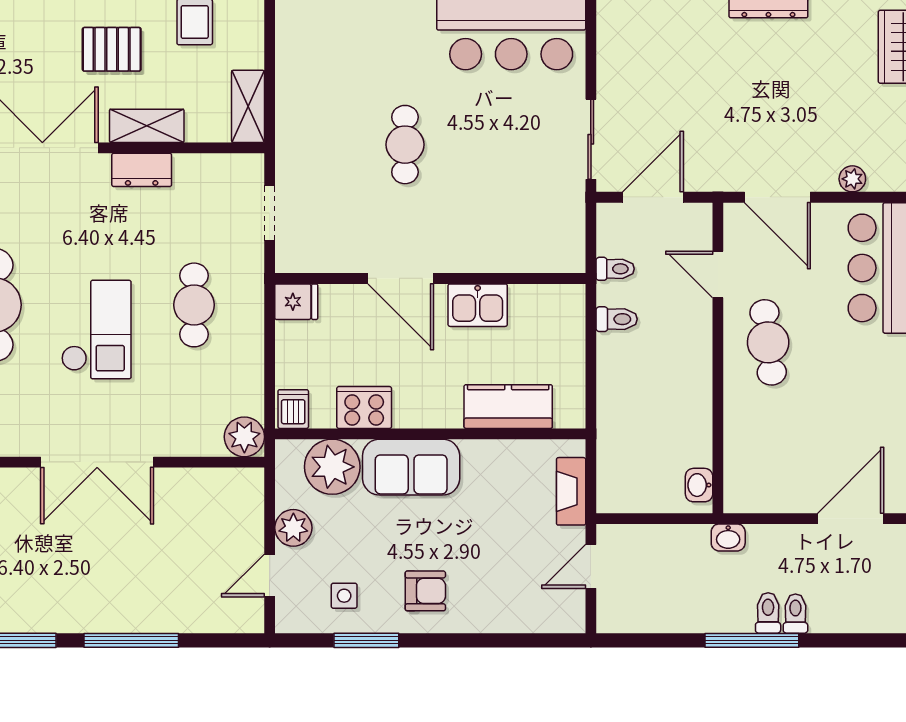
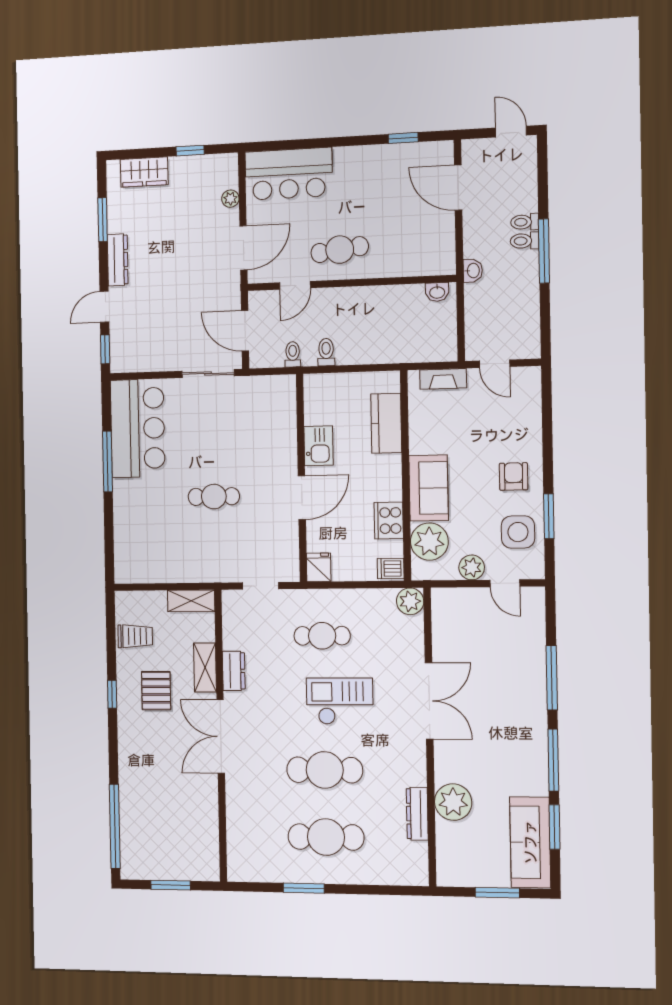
side table: (344, 596) -> (518, 532), width x1.87, depth x1.87

